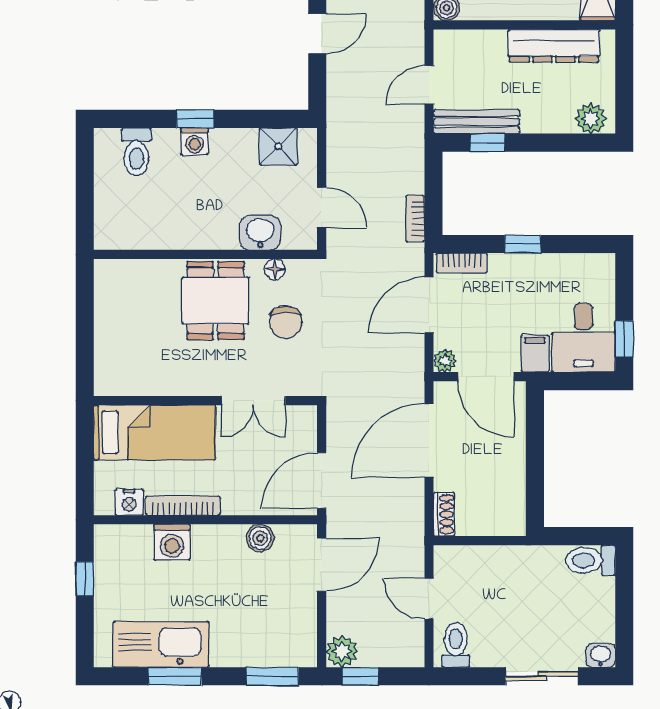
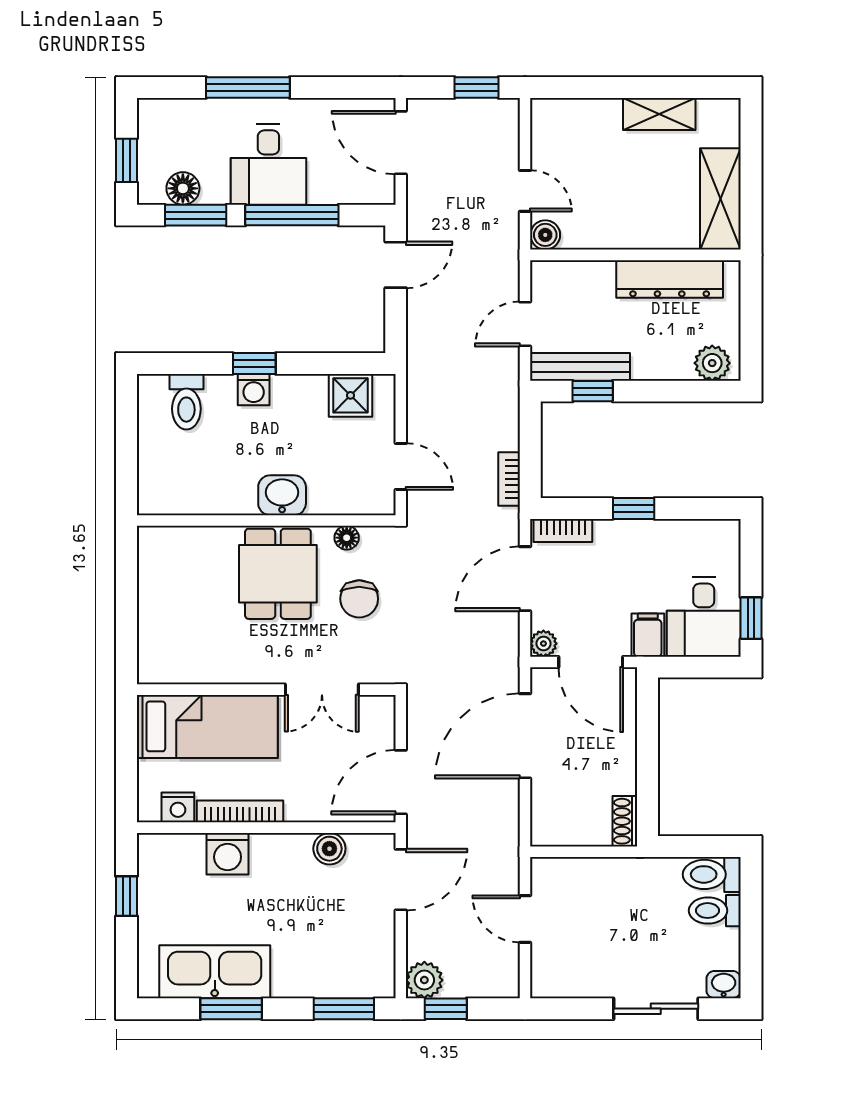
washbasin: (260, 233) -> (282, 495), moved
shoe rack: (444, 514) -> (625, 821), moved, turned 180
toilet: (456, 645) -> (715, 911), moved, turned -90

